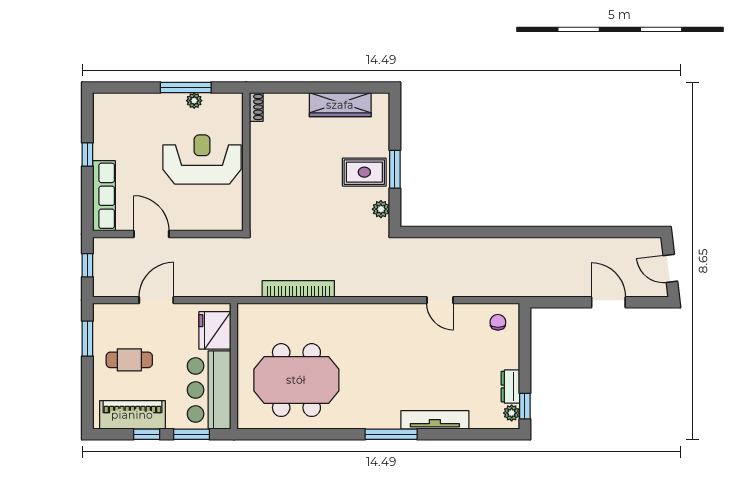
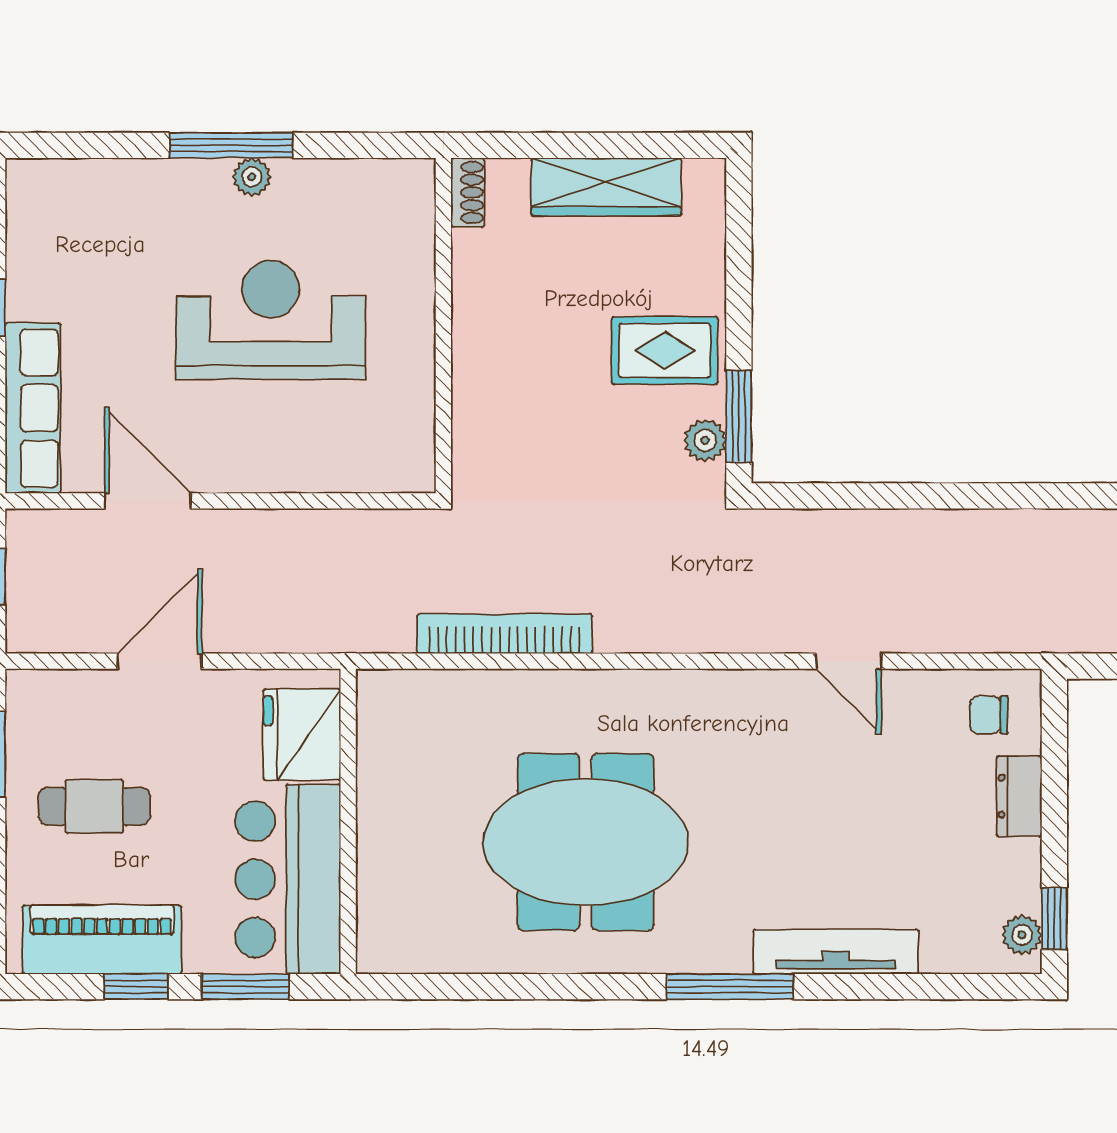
shoe rack: (256, 107) -> (468, 192), moved
wall: (246, 162) -> (443, 326), moved
window: (395, 169) -> (739, 416), moved
chair: (498, 322) -> (989, 715), turned -90
meeting table: (296, 380) -> (586, 842), moved
dresser: (510, 387) -> (1019, 796), moved

